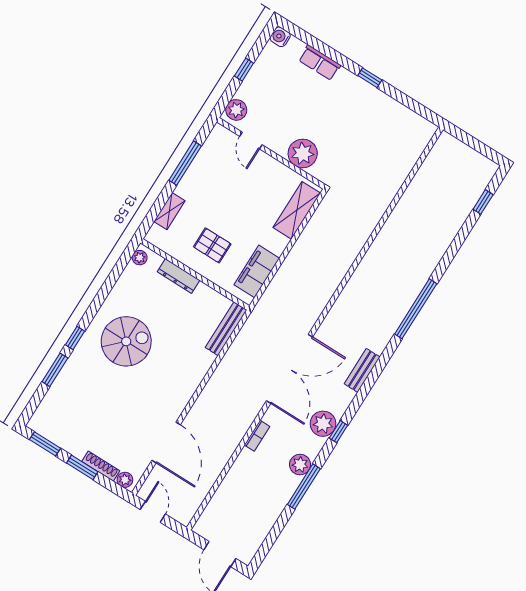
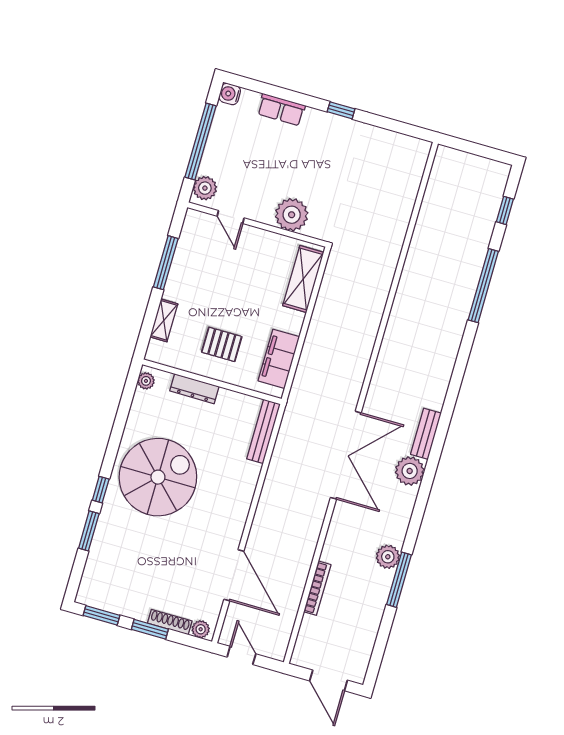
window: (244, 70) -> (200, 142), width x3.17
window: (416, 309) -> (483, 286), moved
spiral stairs: (126, 341) -> (158, 477), width x1.37, depth x1.37
plant: (323, 424) -> (410, 471), moved
window: (338, 432) -> (419, 508), removed
bookcase: (257, 436) -> (317, 588), moved, width x1.56

